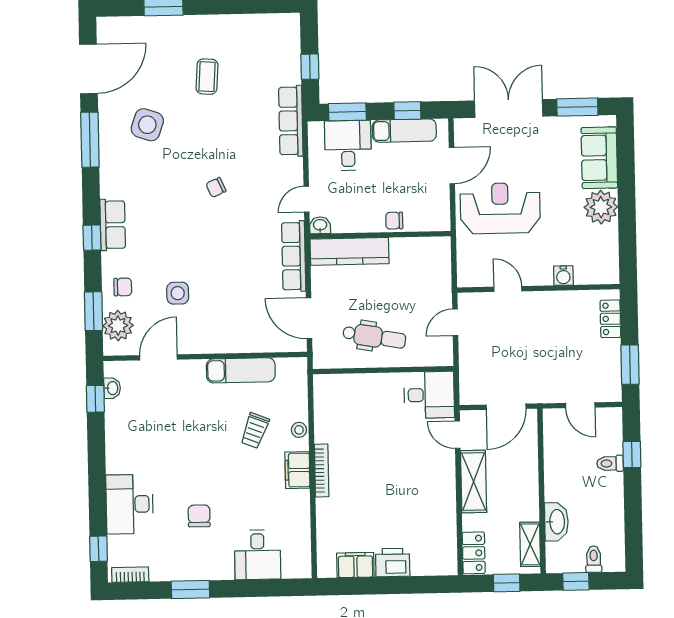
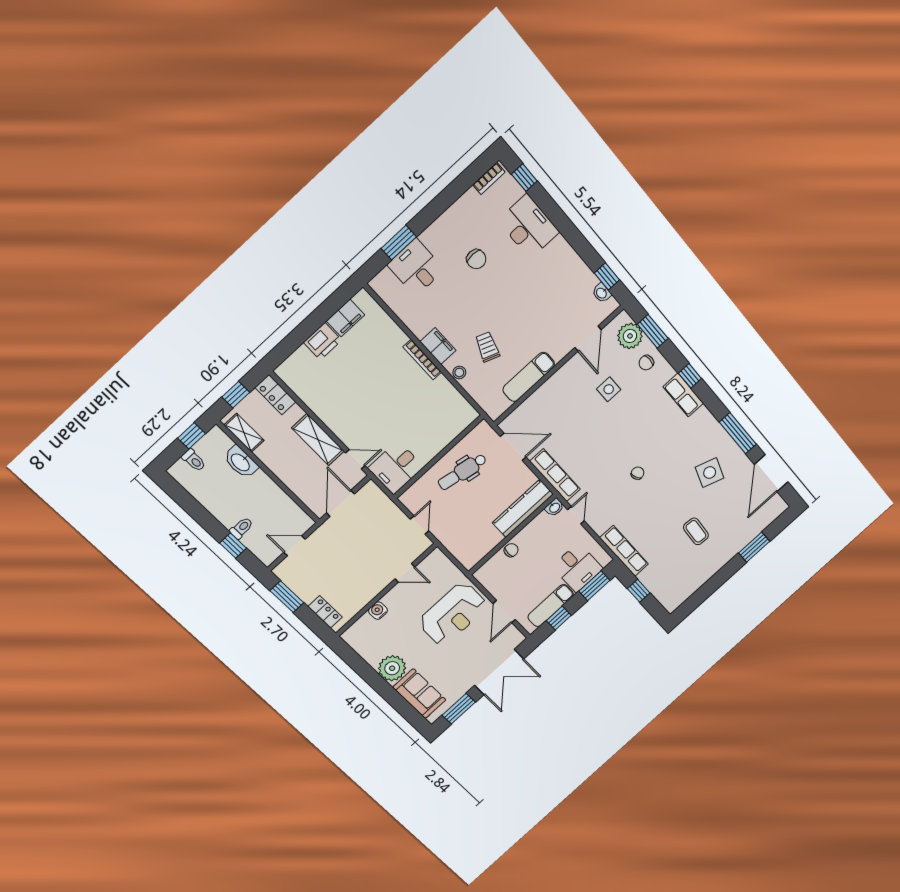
window: (190, 590) -> (399, 243), moved

